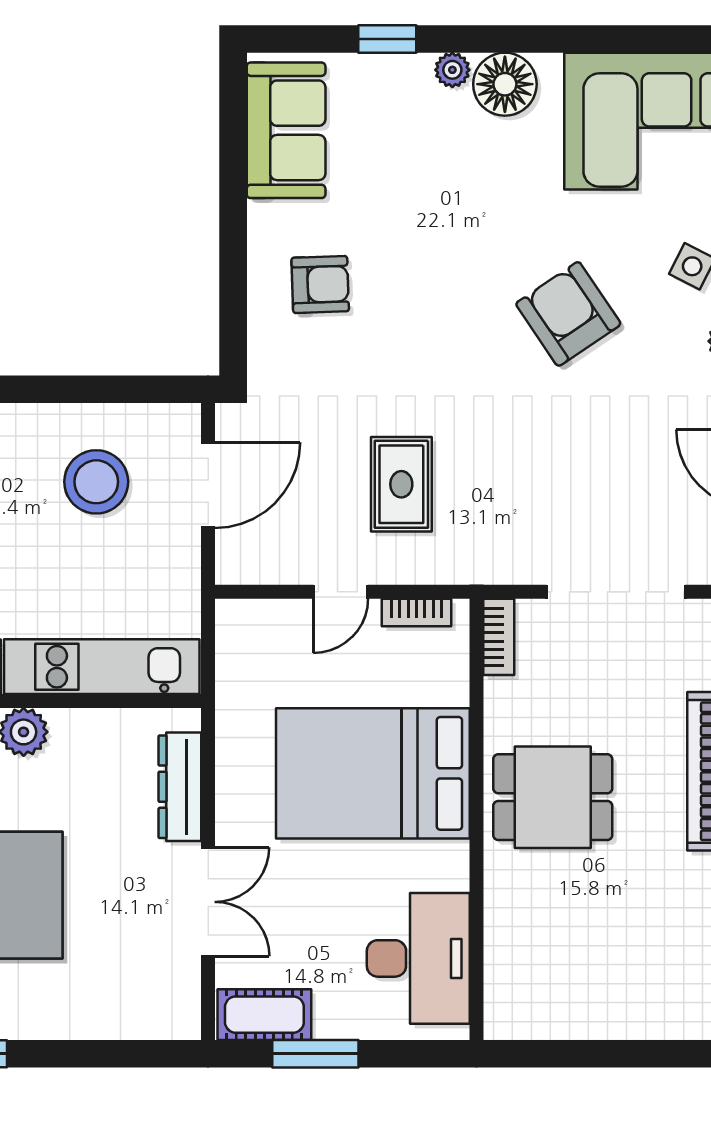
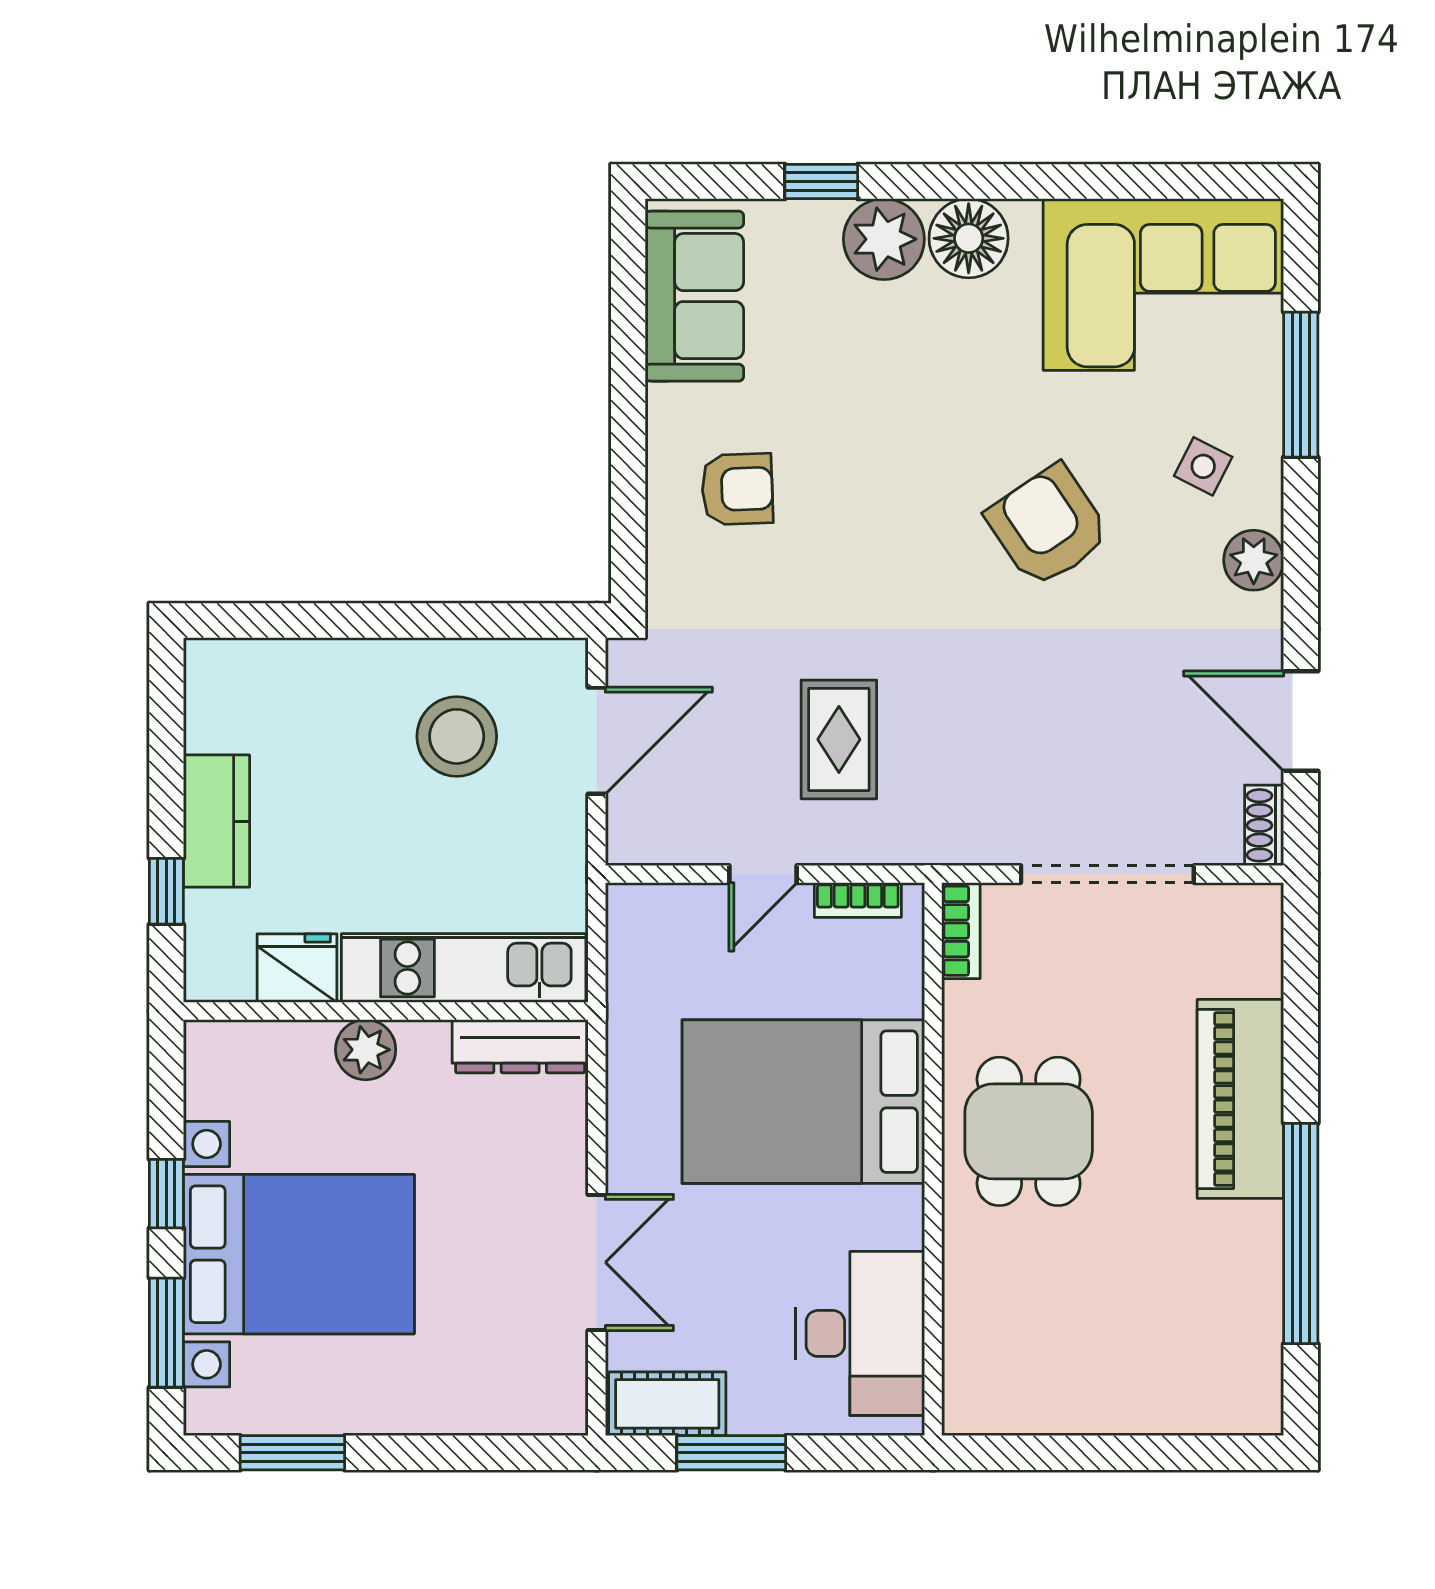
plant: (452, 70) -> (884, 239), width x1.87, depth x1.87
dresser: (180, 787) -> (520, 1046), moved, turned -90
dining table: (553, 797) -> (1029, 1131), turned 90

